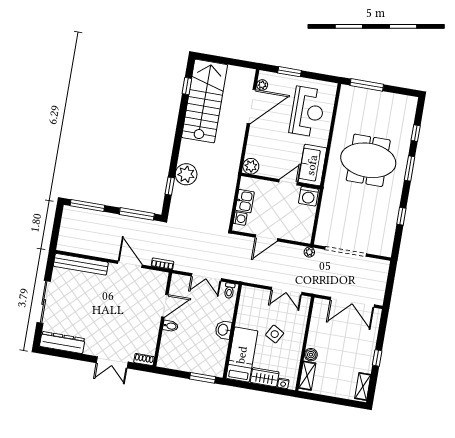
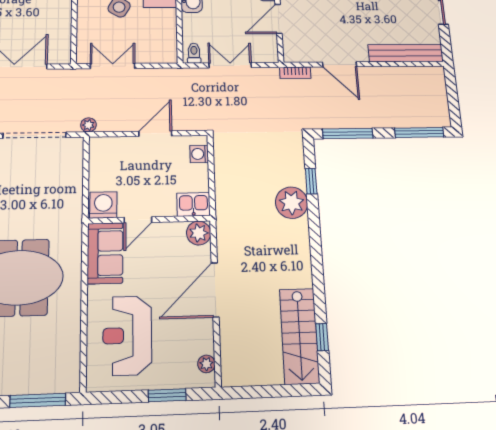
stairs: (205, 101) -> (299, 336), width x0.73, depth x0.66
door: (251, 107) -> (215, 290), moved
kitchen sink: (245, 201) -> (193, 204), moved, turned 90

